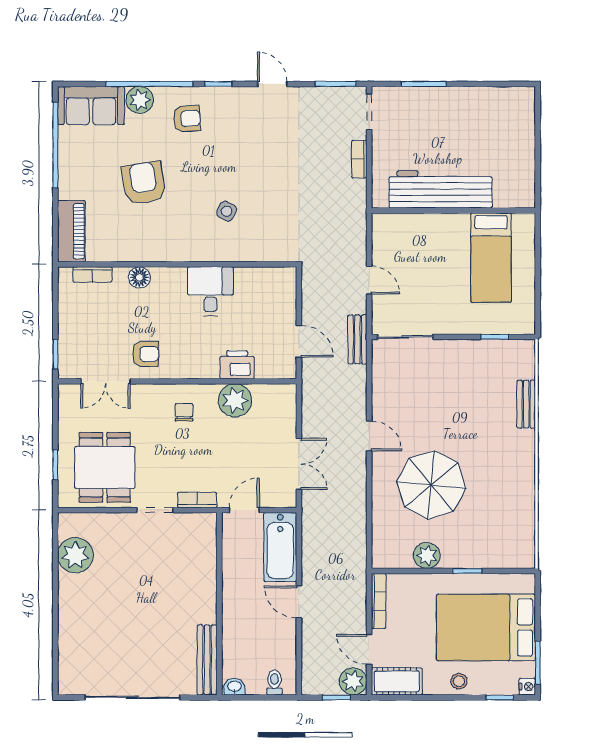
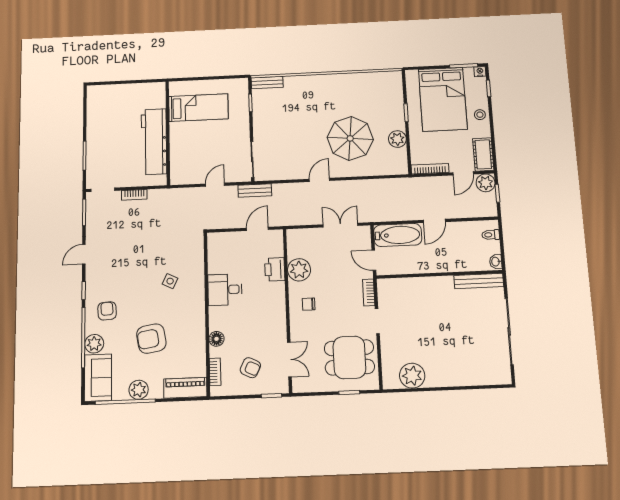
plant: (71, 164) -> (139, 390), added
armchair: (146, 354) -> (250, 368), moved, turned 116
bench: (526, 404) -> (267, 82), moved

